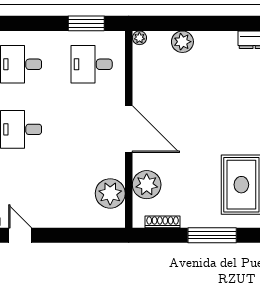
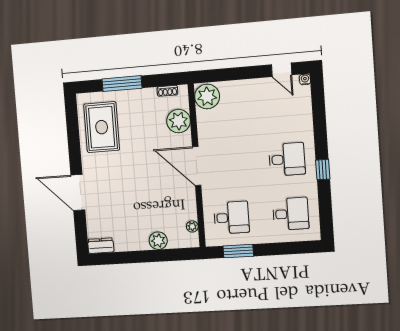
plant: (139, 38) -> (192, 226), moved
plant: (110, 193) -> (207, 96), moved
shoe rack: (163, 222) -> (167, 91), width x0.70

